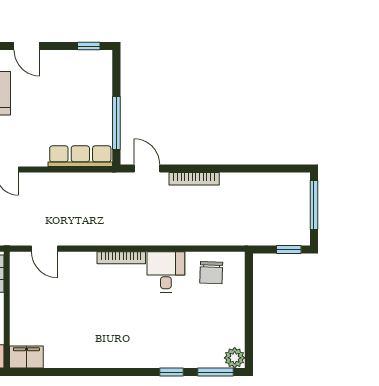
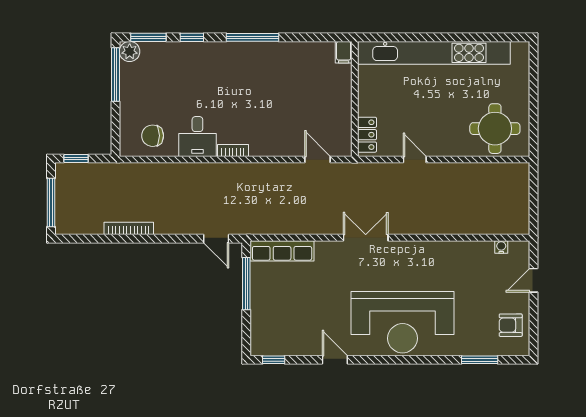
bookcase: (194, 179) -> (129, 228), moved
bookcase: (121, 258) -> (233, 150), width x0.64
chair: (211, 273) -> (153, 136), turned -92
window: (249, 335) -> (115, 74), added
filing cabinet: (26, 357) -> (344, 52), width x0.50
window: (110, 372) -> (253, 37), added

